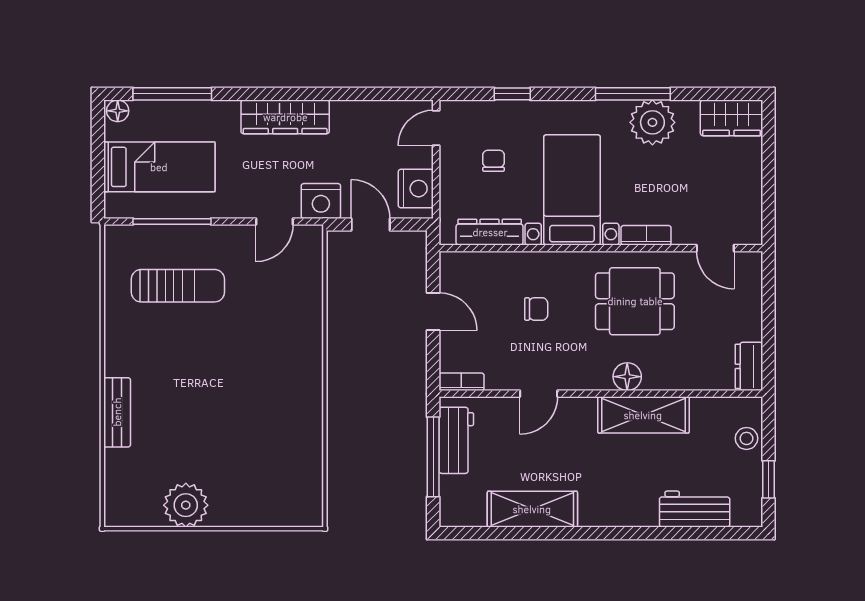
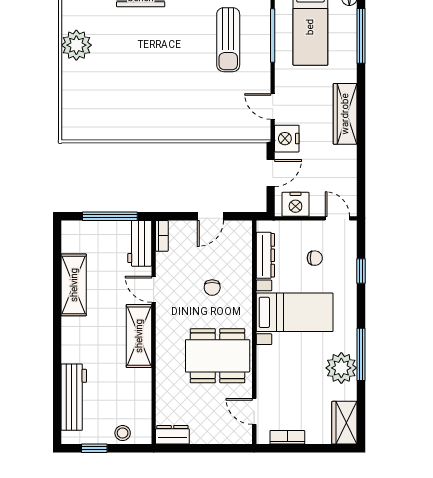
bookcase: (646, 235) -> (287, 437), moved, turned -90
door: (715, 248) -> (254, 411), hinge flipped
dining table: (635, 301) -> (218, 356), width x1.38
floor lamp: (627, 377) -> (165, 351), removed
shelving: (643, 415) -> (139, 336), moved
workbench: (456, 440) -> (140, 243), moved, turned 90
workbench: (695, 509) -> (74, 397), width x1.37

